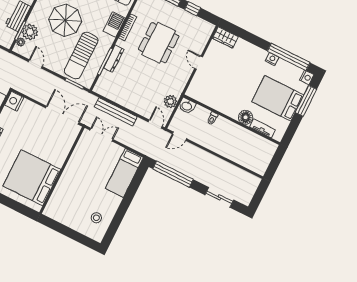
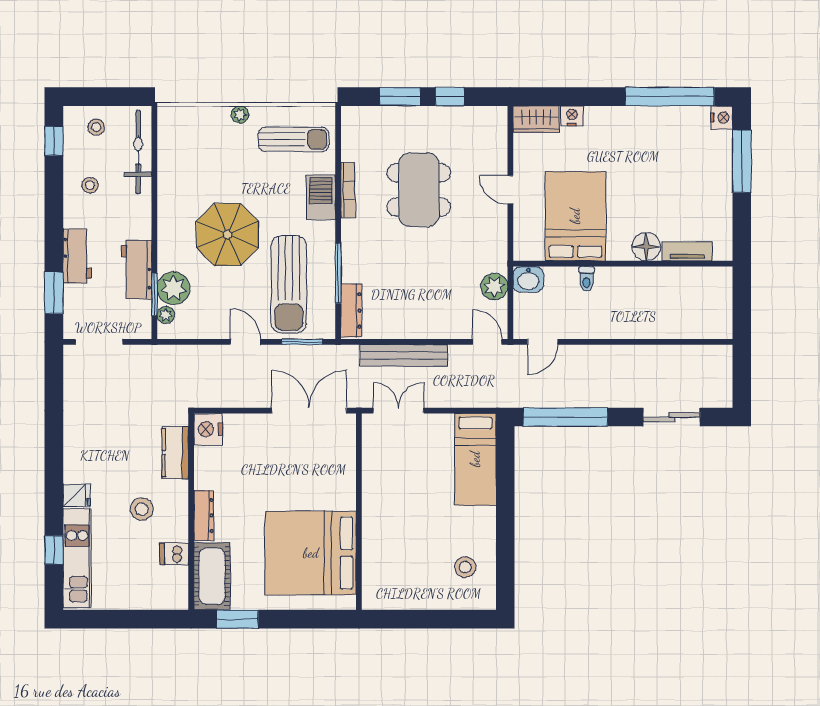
dresser: (114, 59) -> (351, 311), moved
nightstand: (272, 59) -> (572, 116), moved
door: (35, 64) -> (245, 342), moved
bed: (278, 98) -> (575, 216), moved, turned 90

